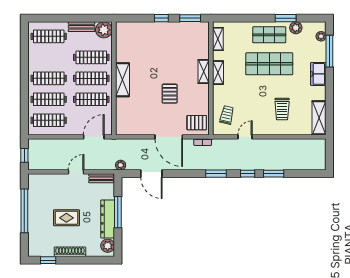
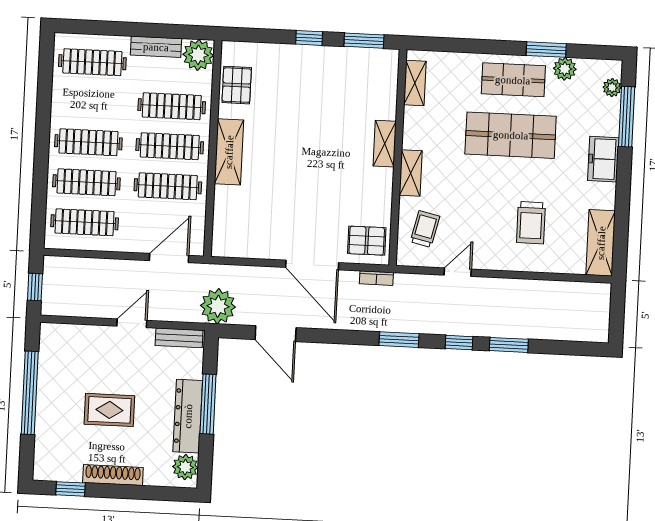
shelving: (218, 73) -> (411, 173), moved
pallet: (170, 94) -> (237, 85), moved
plant: (121, 165) -> (218, 306), width x1.87, depth x1.87

